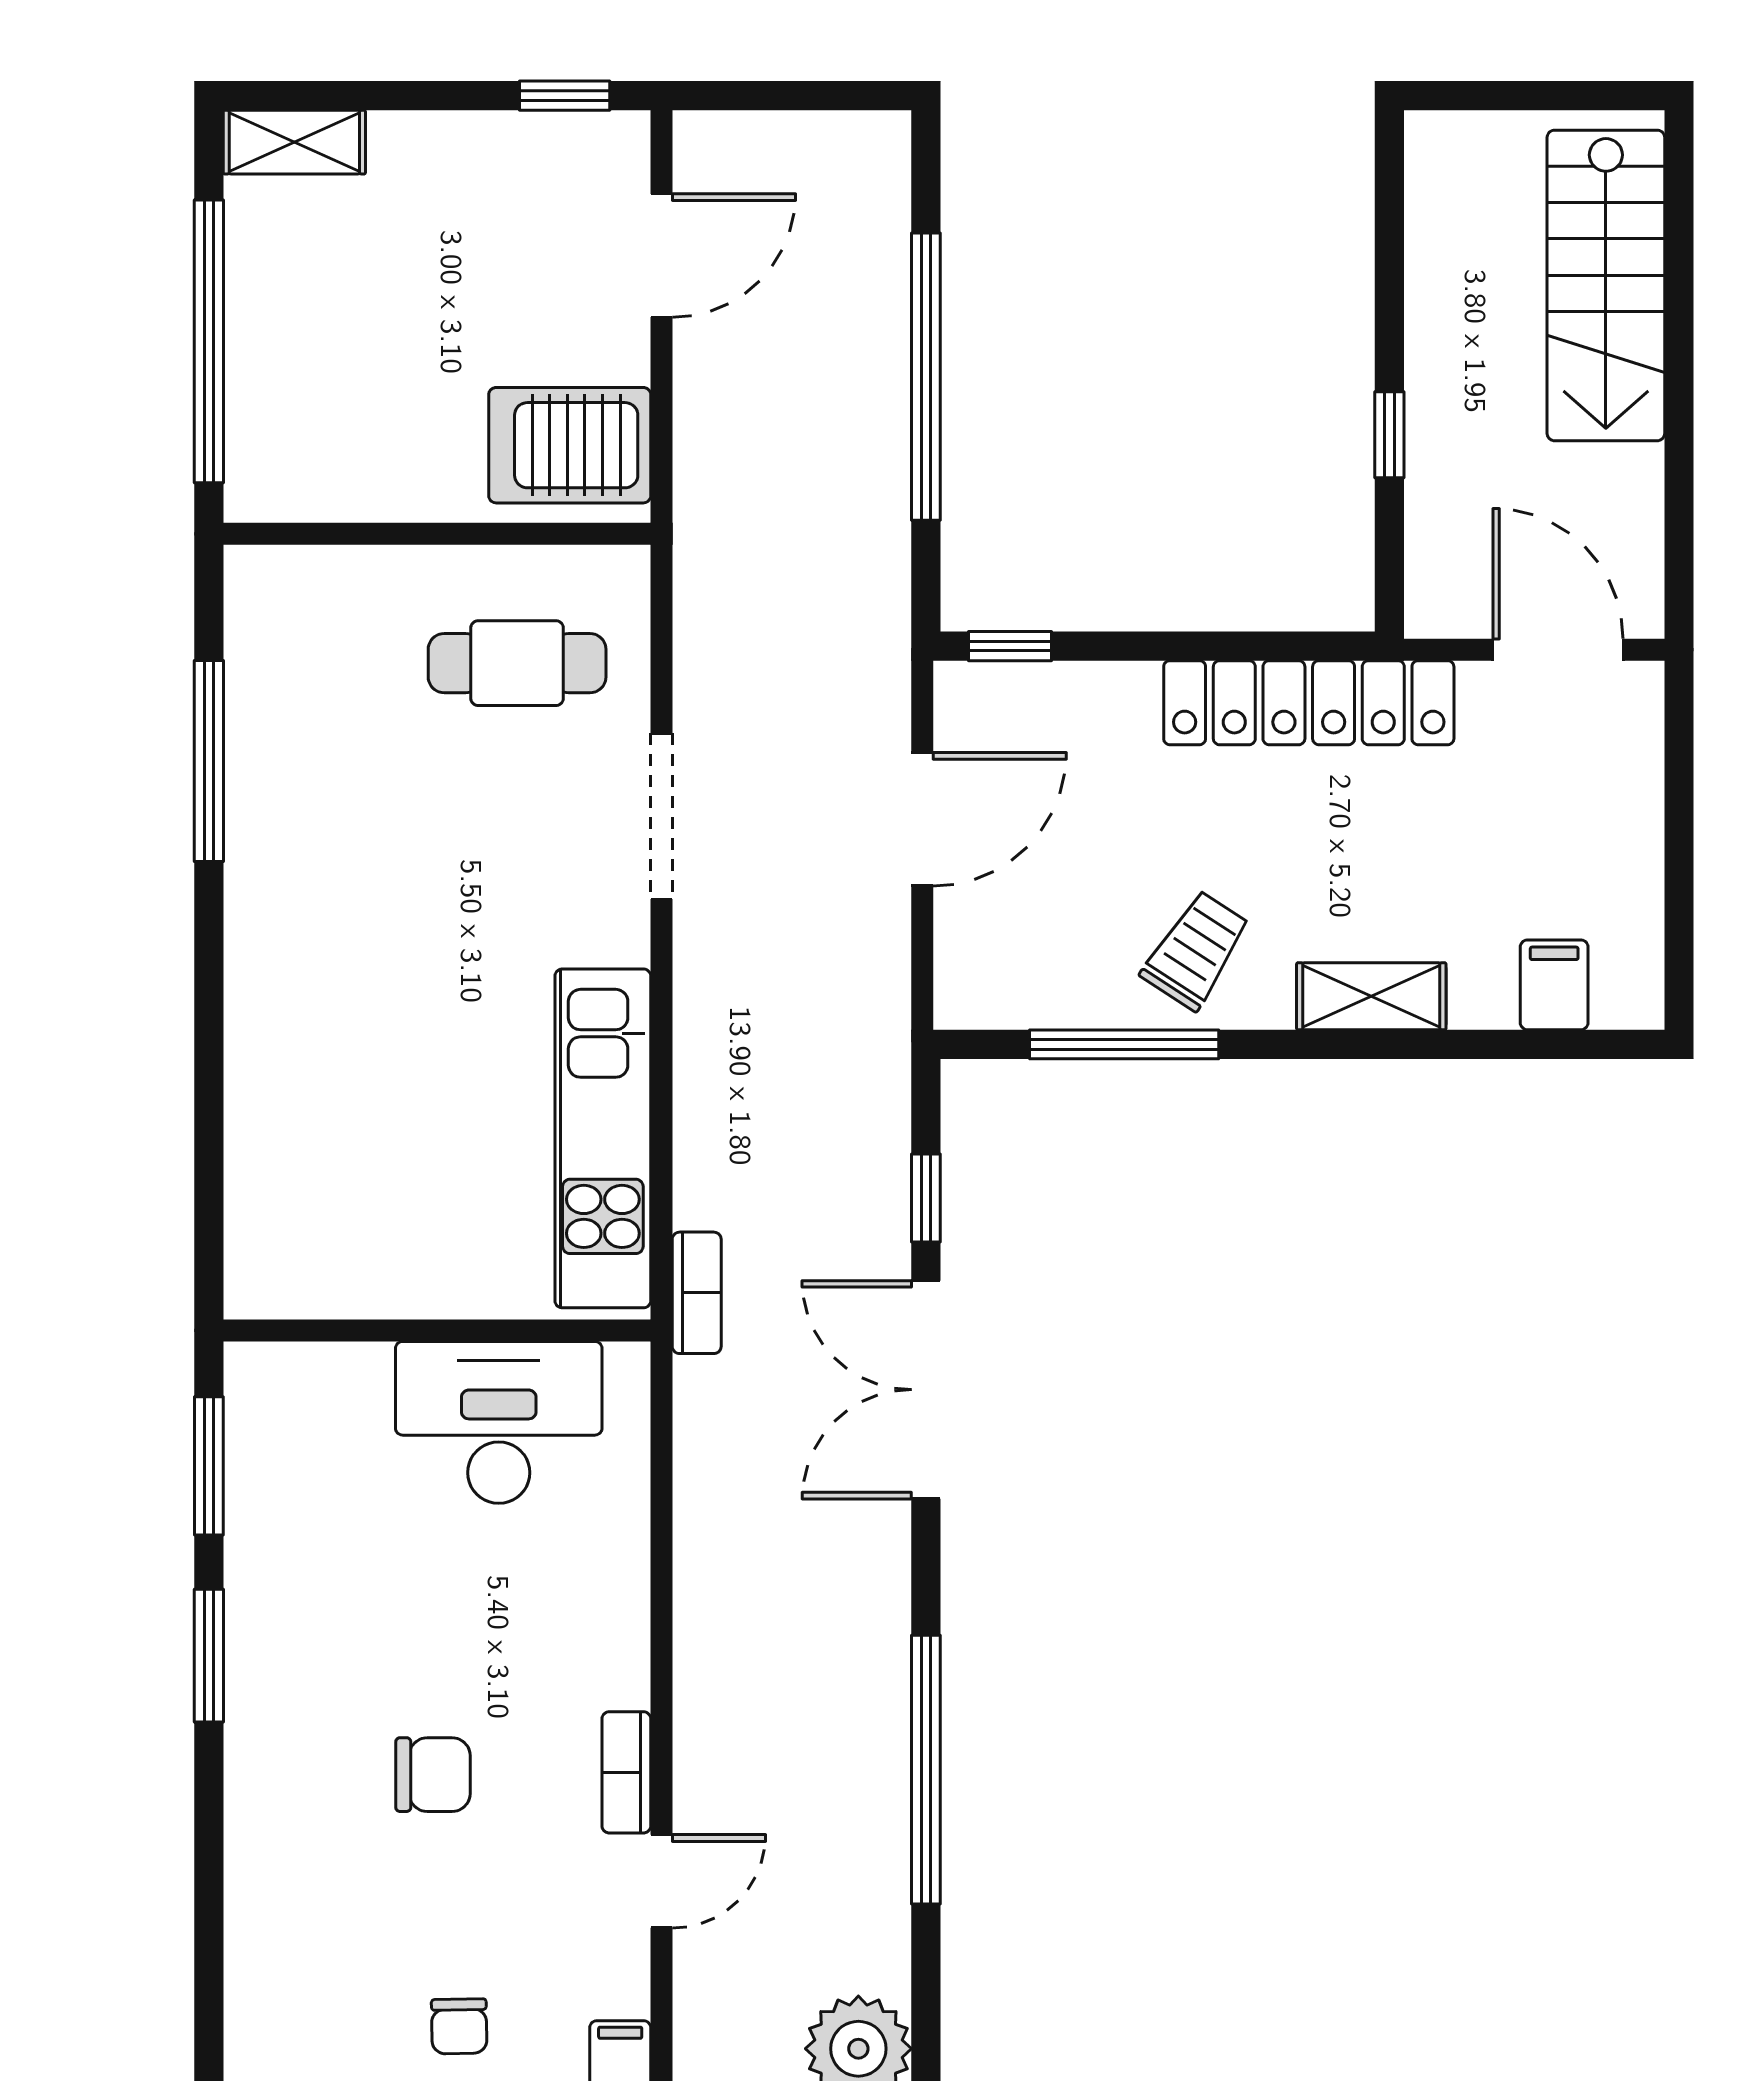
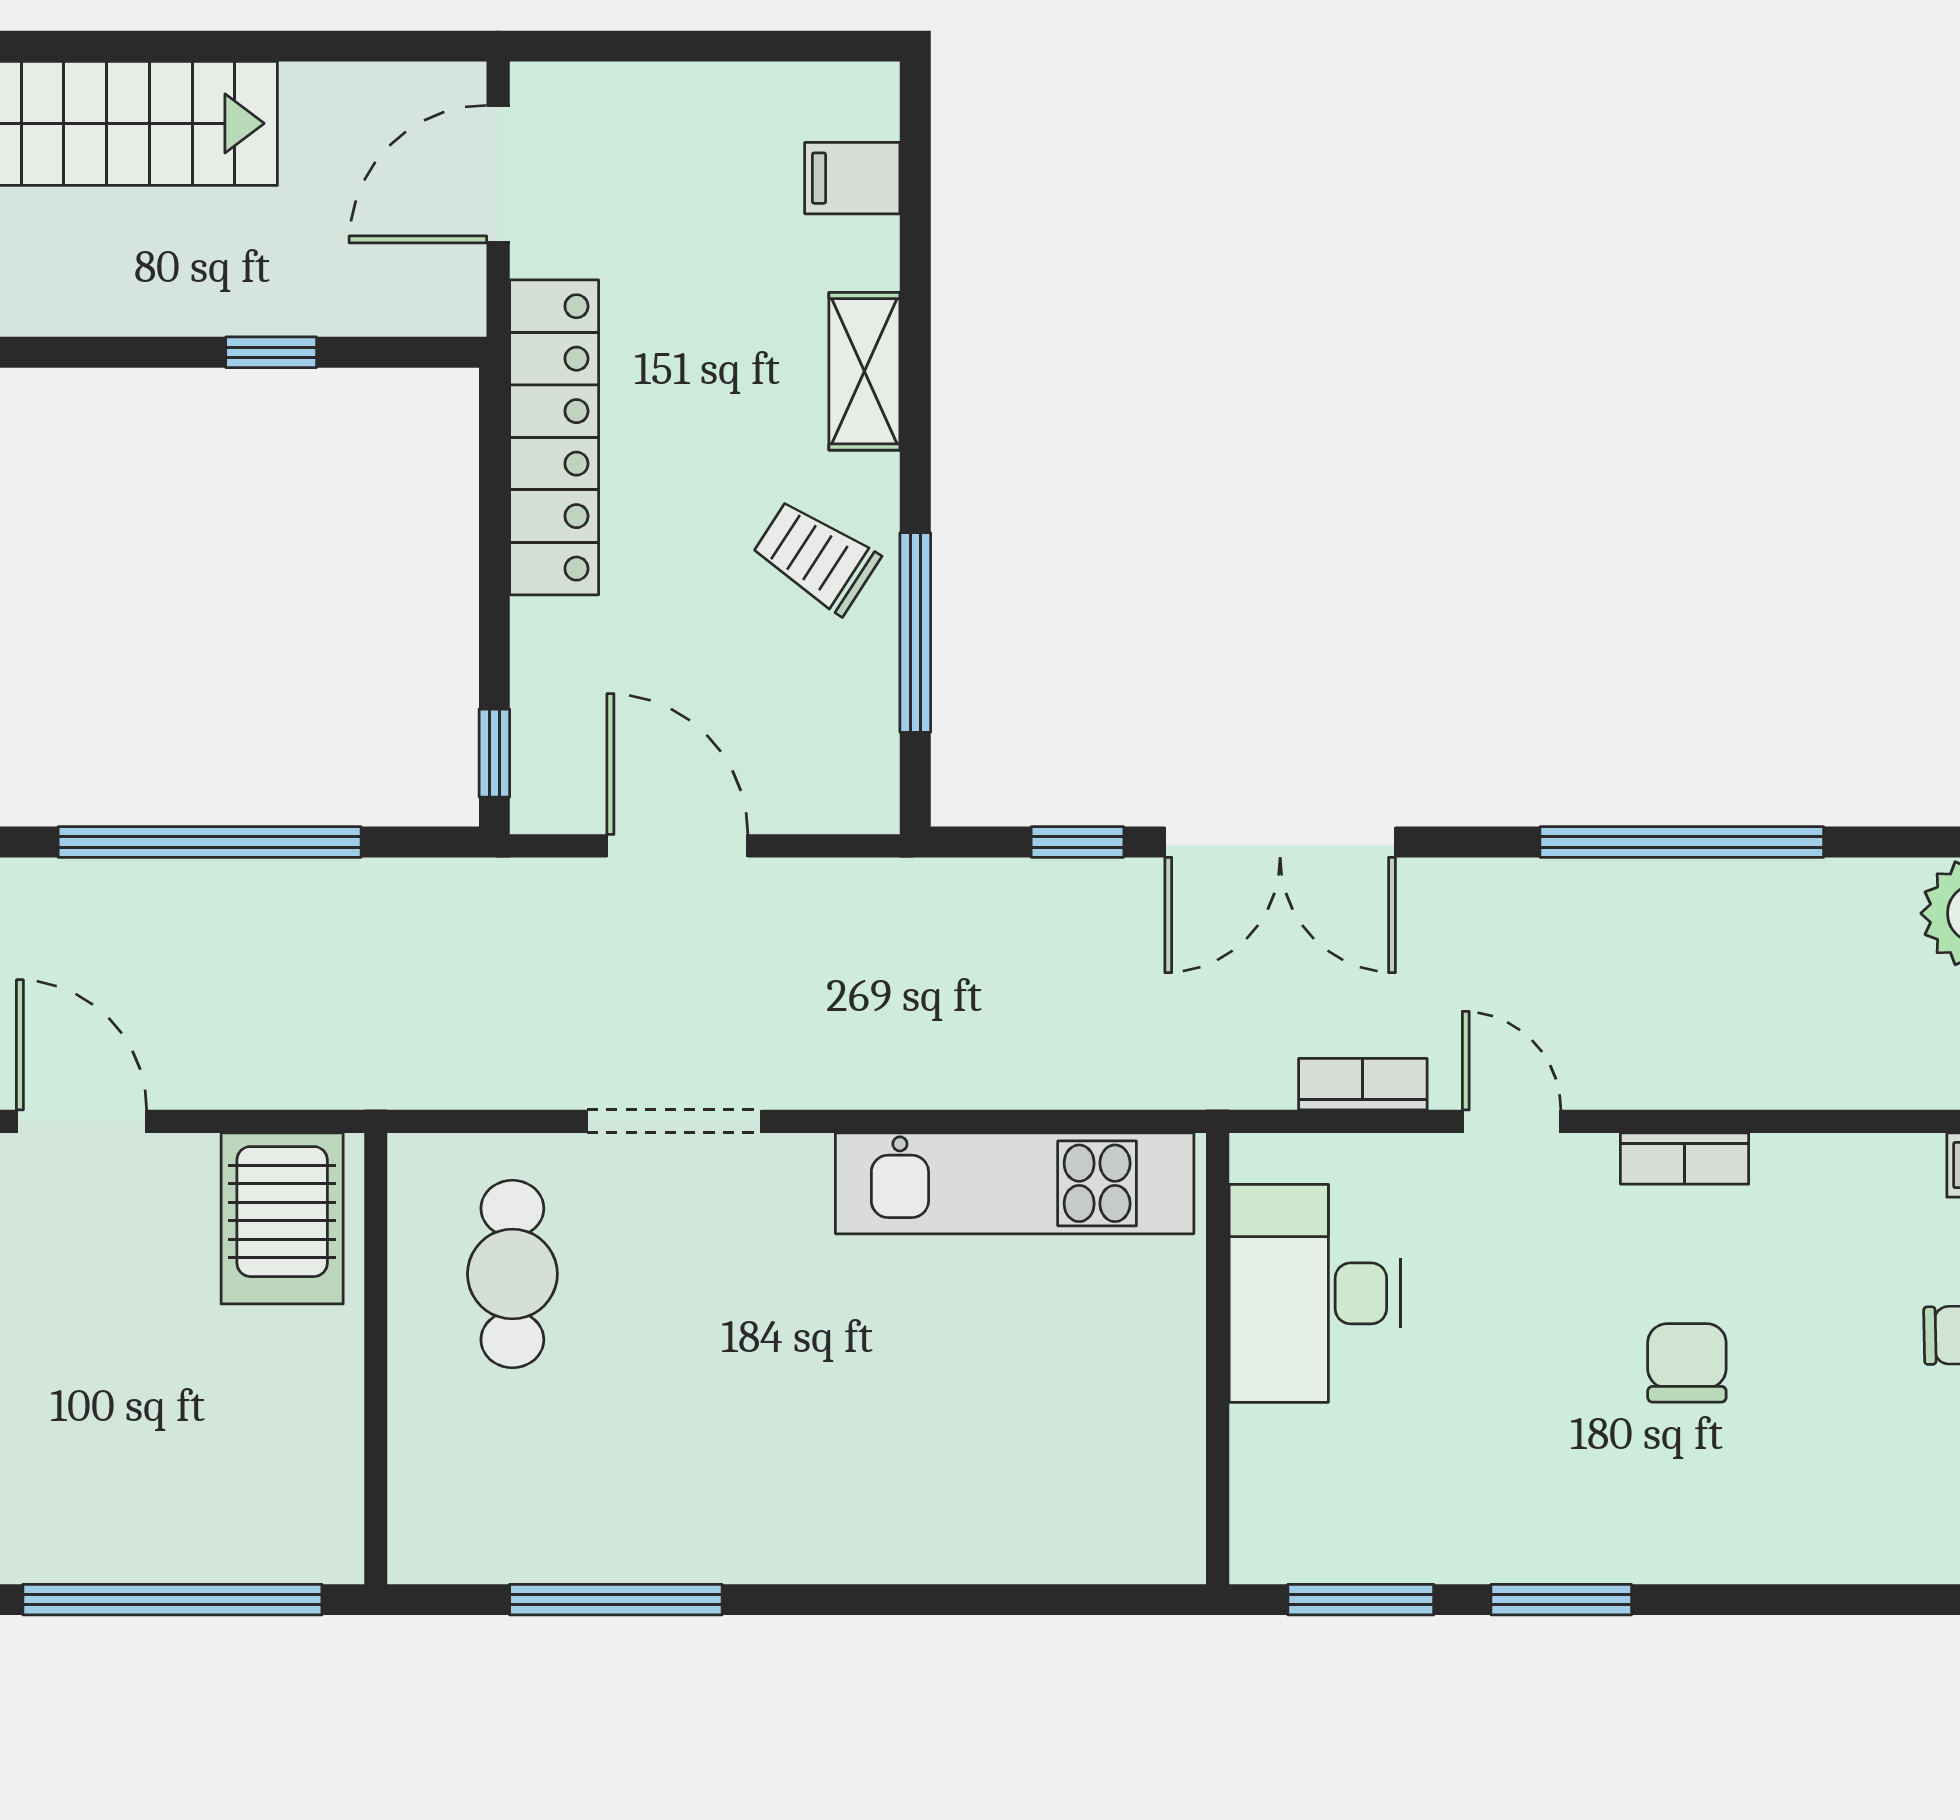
bookcase: (697, 1293) -> (1363, 1084), moved
door: (662, 1881) -> (1512, 1121), moved

